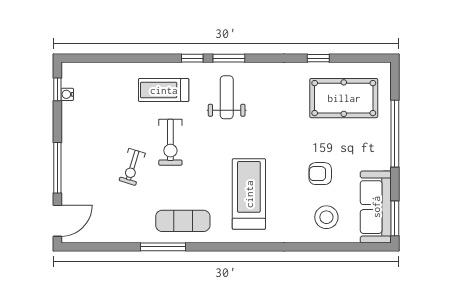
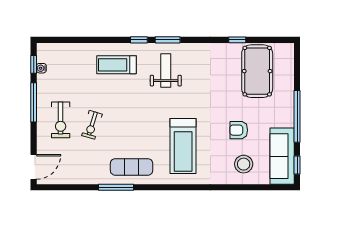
pool table: (344, 98) -> (257, 71), turned 90
window: (395, 134) -> (297, 116), moved
exercise bike: (170, 142) -> (61, 120), moved
window: (57, 168) -> (34, 102), moved
treadmill: (249, 194) -> (183, 146), turned 180
window: (395, 218) -> (297, 165), width x0.67

